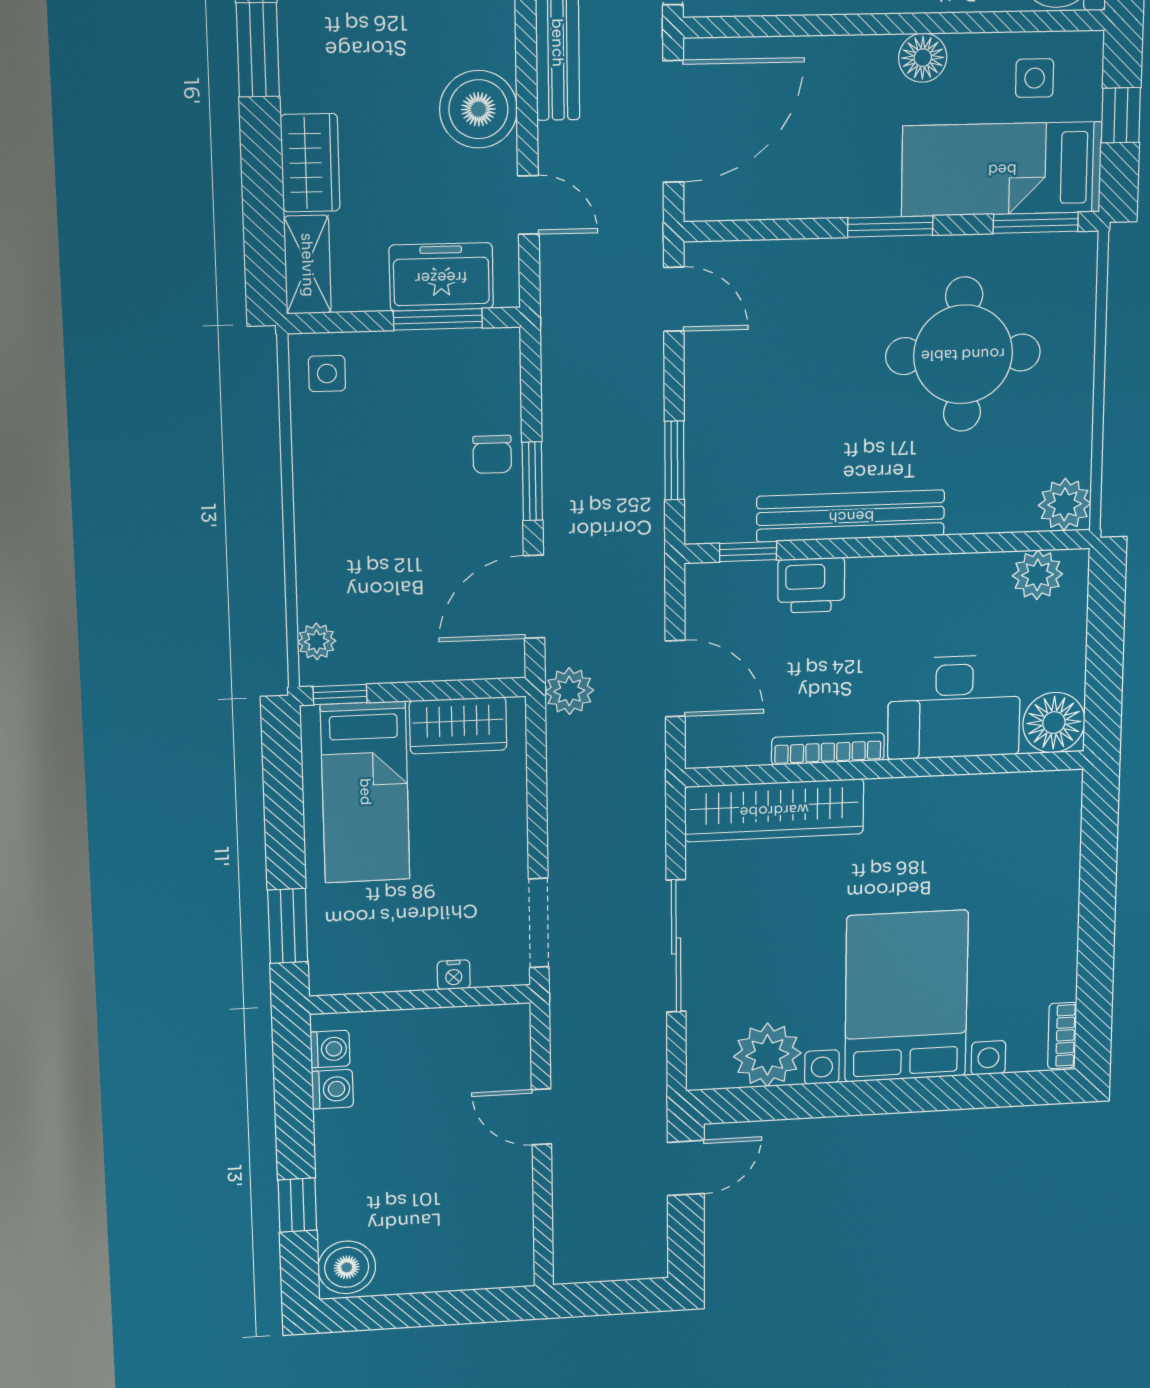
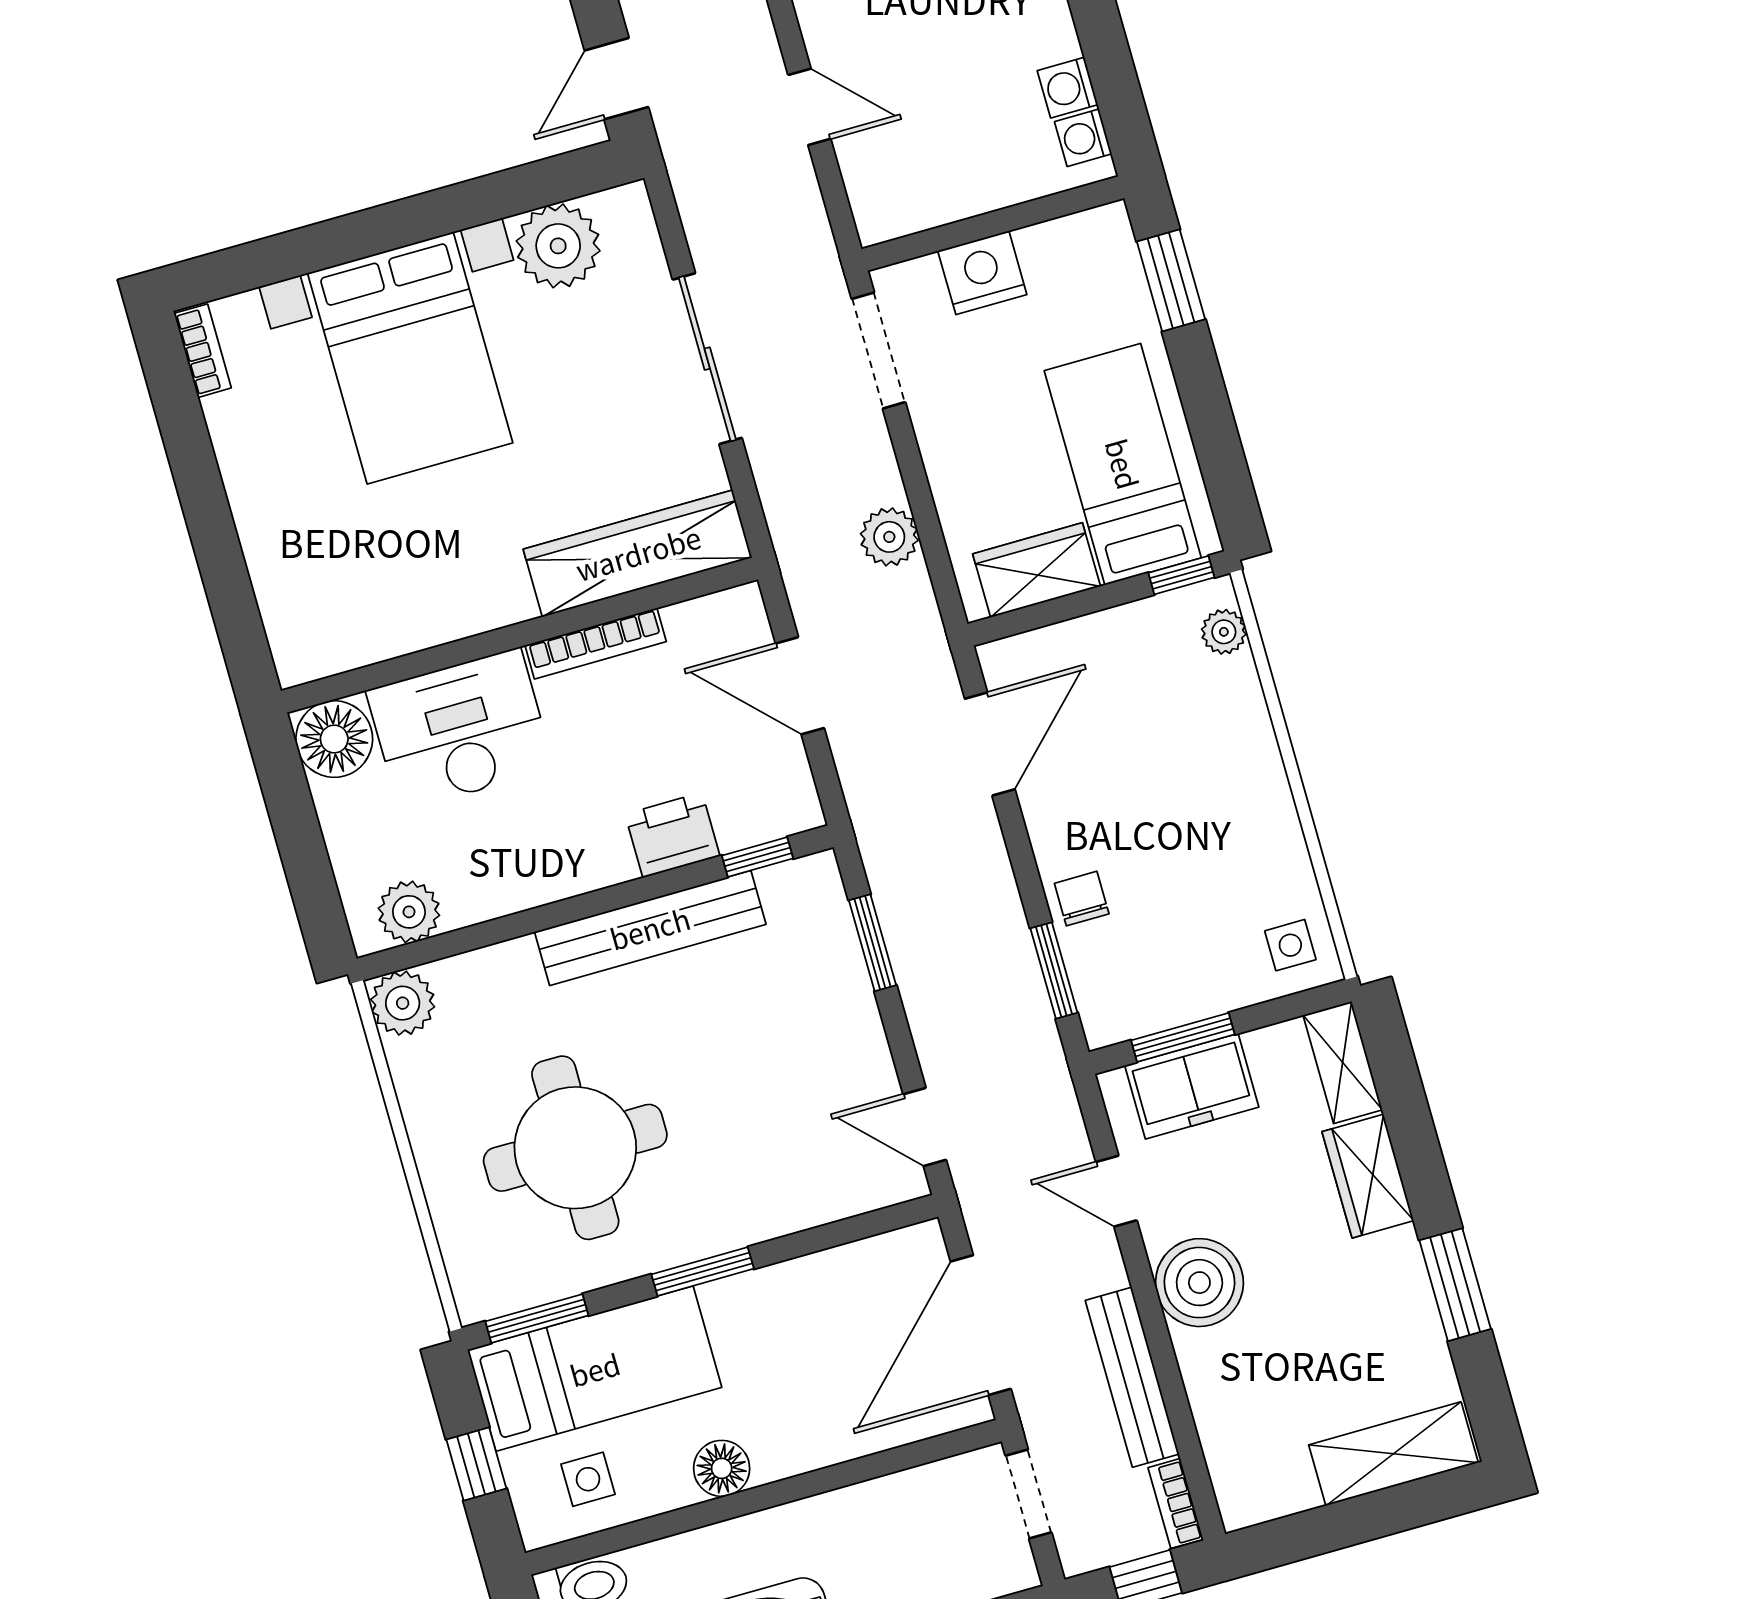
window: (532, 481) -> (1054, 970), moved
plant: (569, 691) -> (889, 537), moved
nightstand: (454, 975) -> (982, 273), width x1.89, depth x1.79

